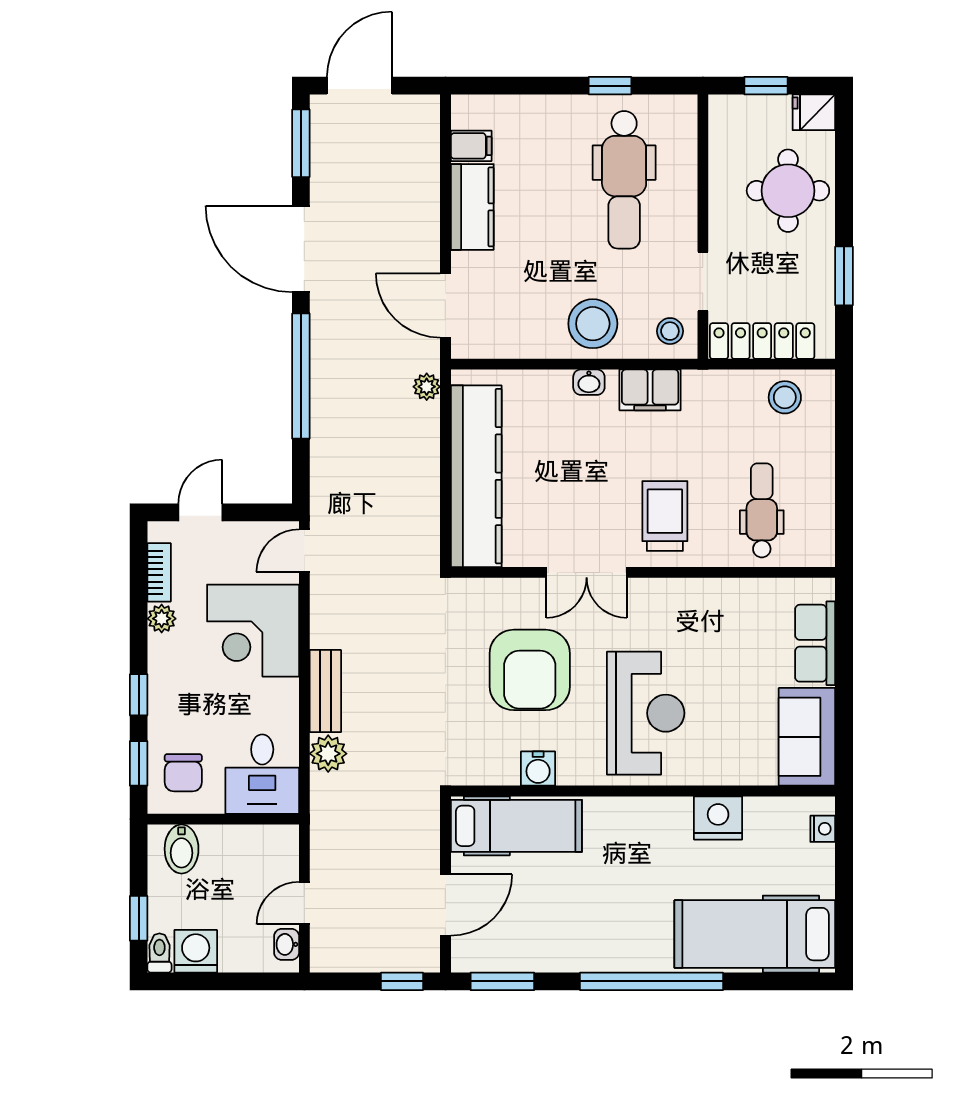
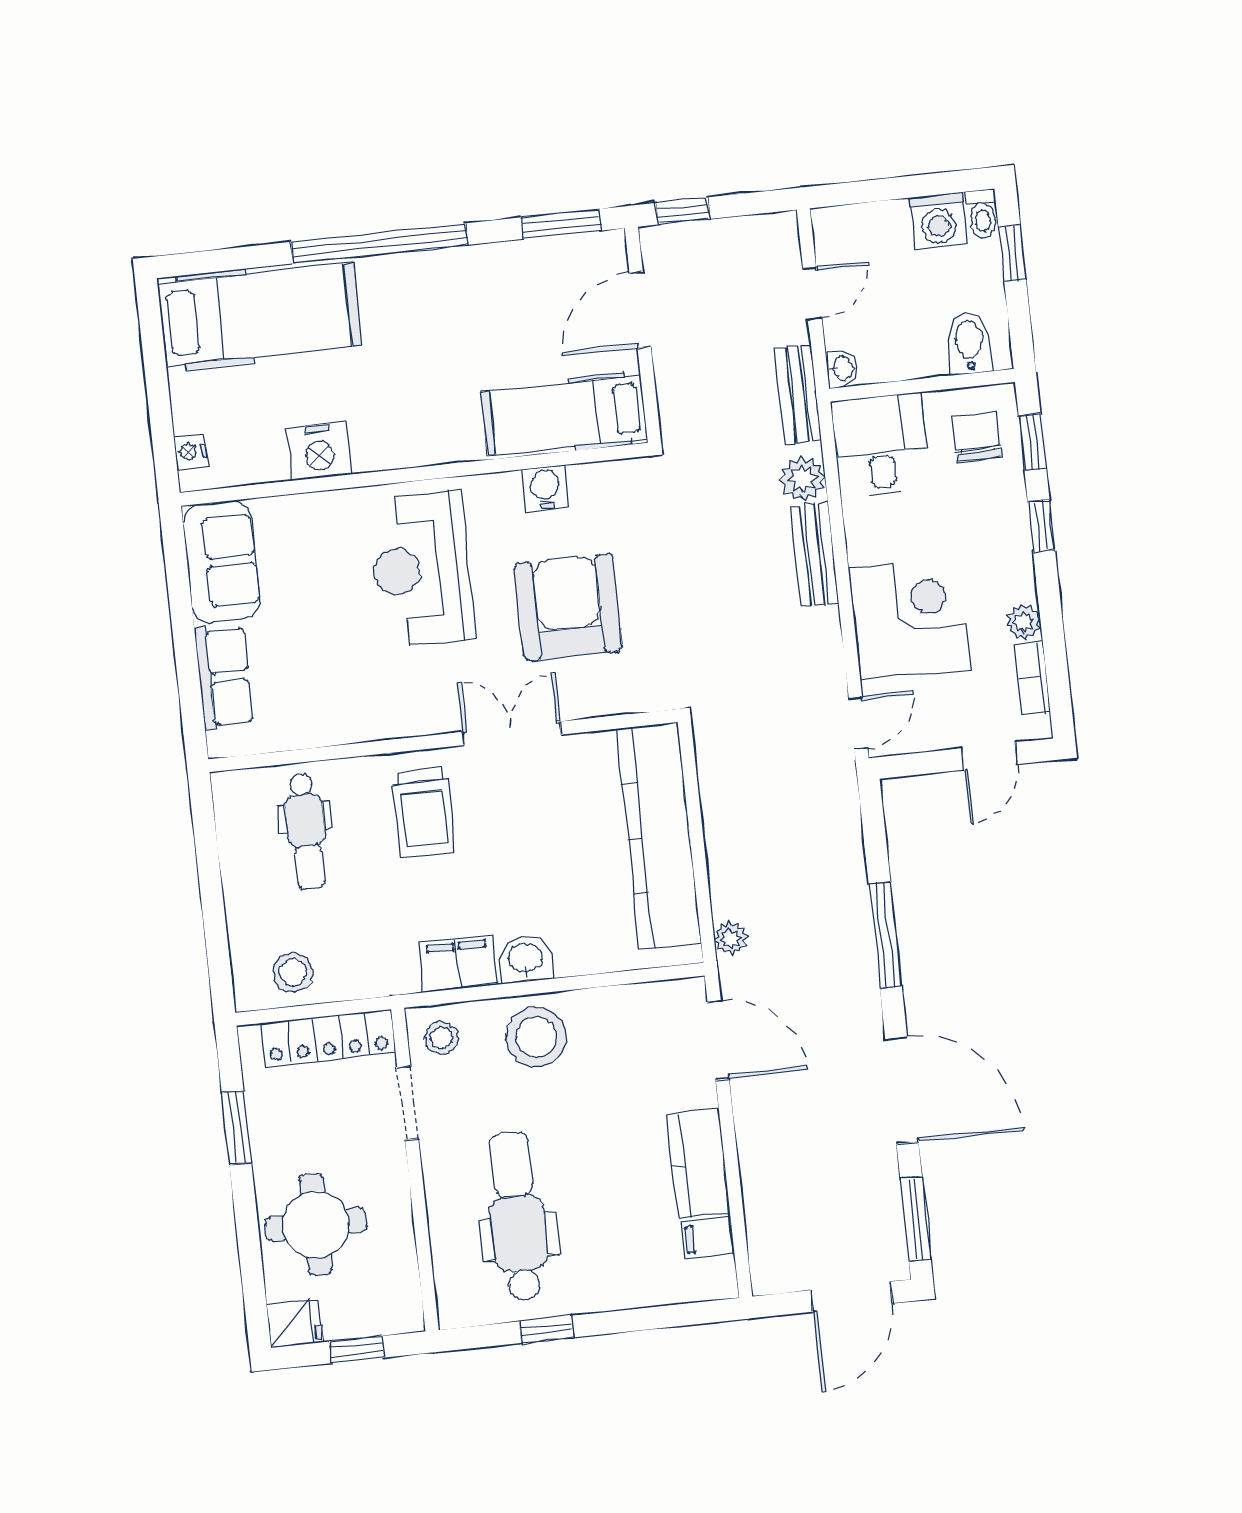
window: (301, 376) -> (885, 935), width x0.68
washbasin: (589, 382) -> (525, 959), width x1.38, depth x1.45
bench: (325, 822) -> (798, 395), added
washbasin: (287, 944) -> (842, 368), moved

